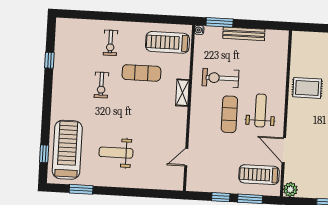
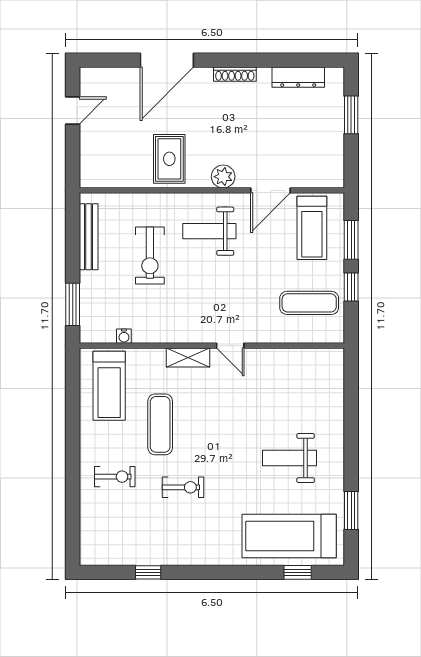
water cooler: (199, 30) -> (124, 336), moved
bench: (244, 34) -> (89, 237), moved
exercise bike: (221, 78) -> (150, 255), moved
exercise mat: (229, 114) -> (309, 303), moved
weight bench: (116, 153) -> (289, 458), turned 90
door: (186, 157) -> (230, 346), moved
plant: (290, 190) -> (223, 177), moved

